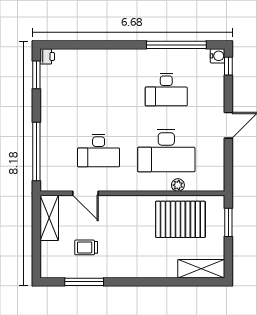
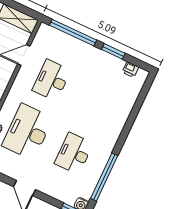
printer: (47, 56) -> (130, 70), moved
window: (36, 75) -> (113, 51), moved

